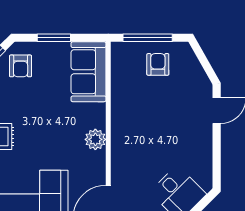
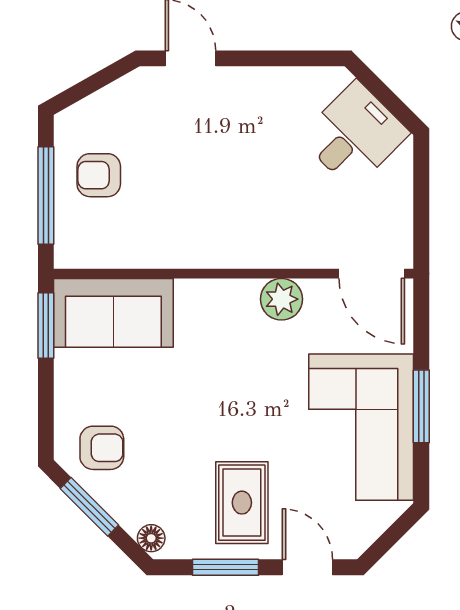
window: (54, 38) -> (46, 325), moved
plant: (95, 139) -> (281, 299), moved

